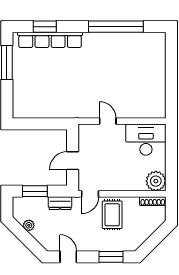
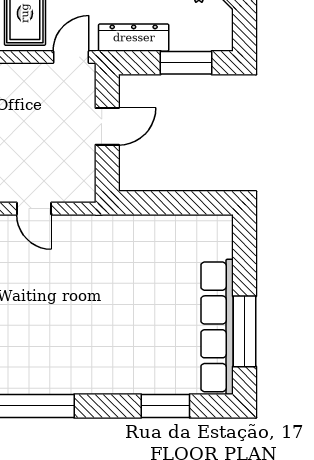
row of seats: (50, 40) -> (217, 327), moved, turned -90
dresser: (60, 203) -> (134, 38), width x1.44

